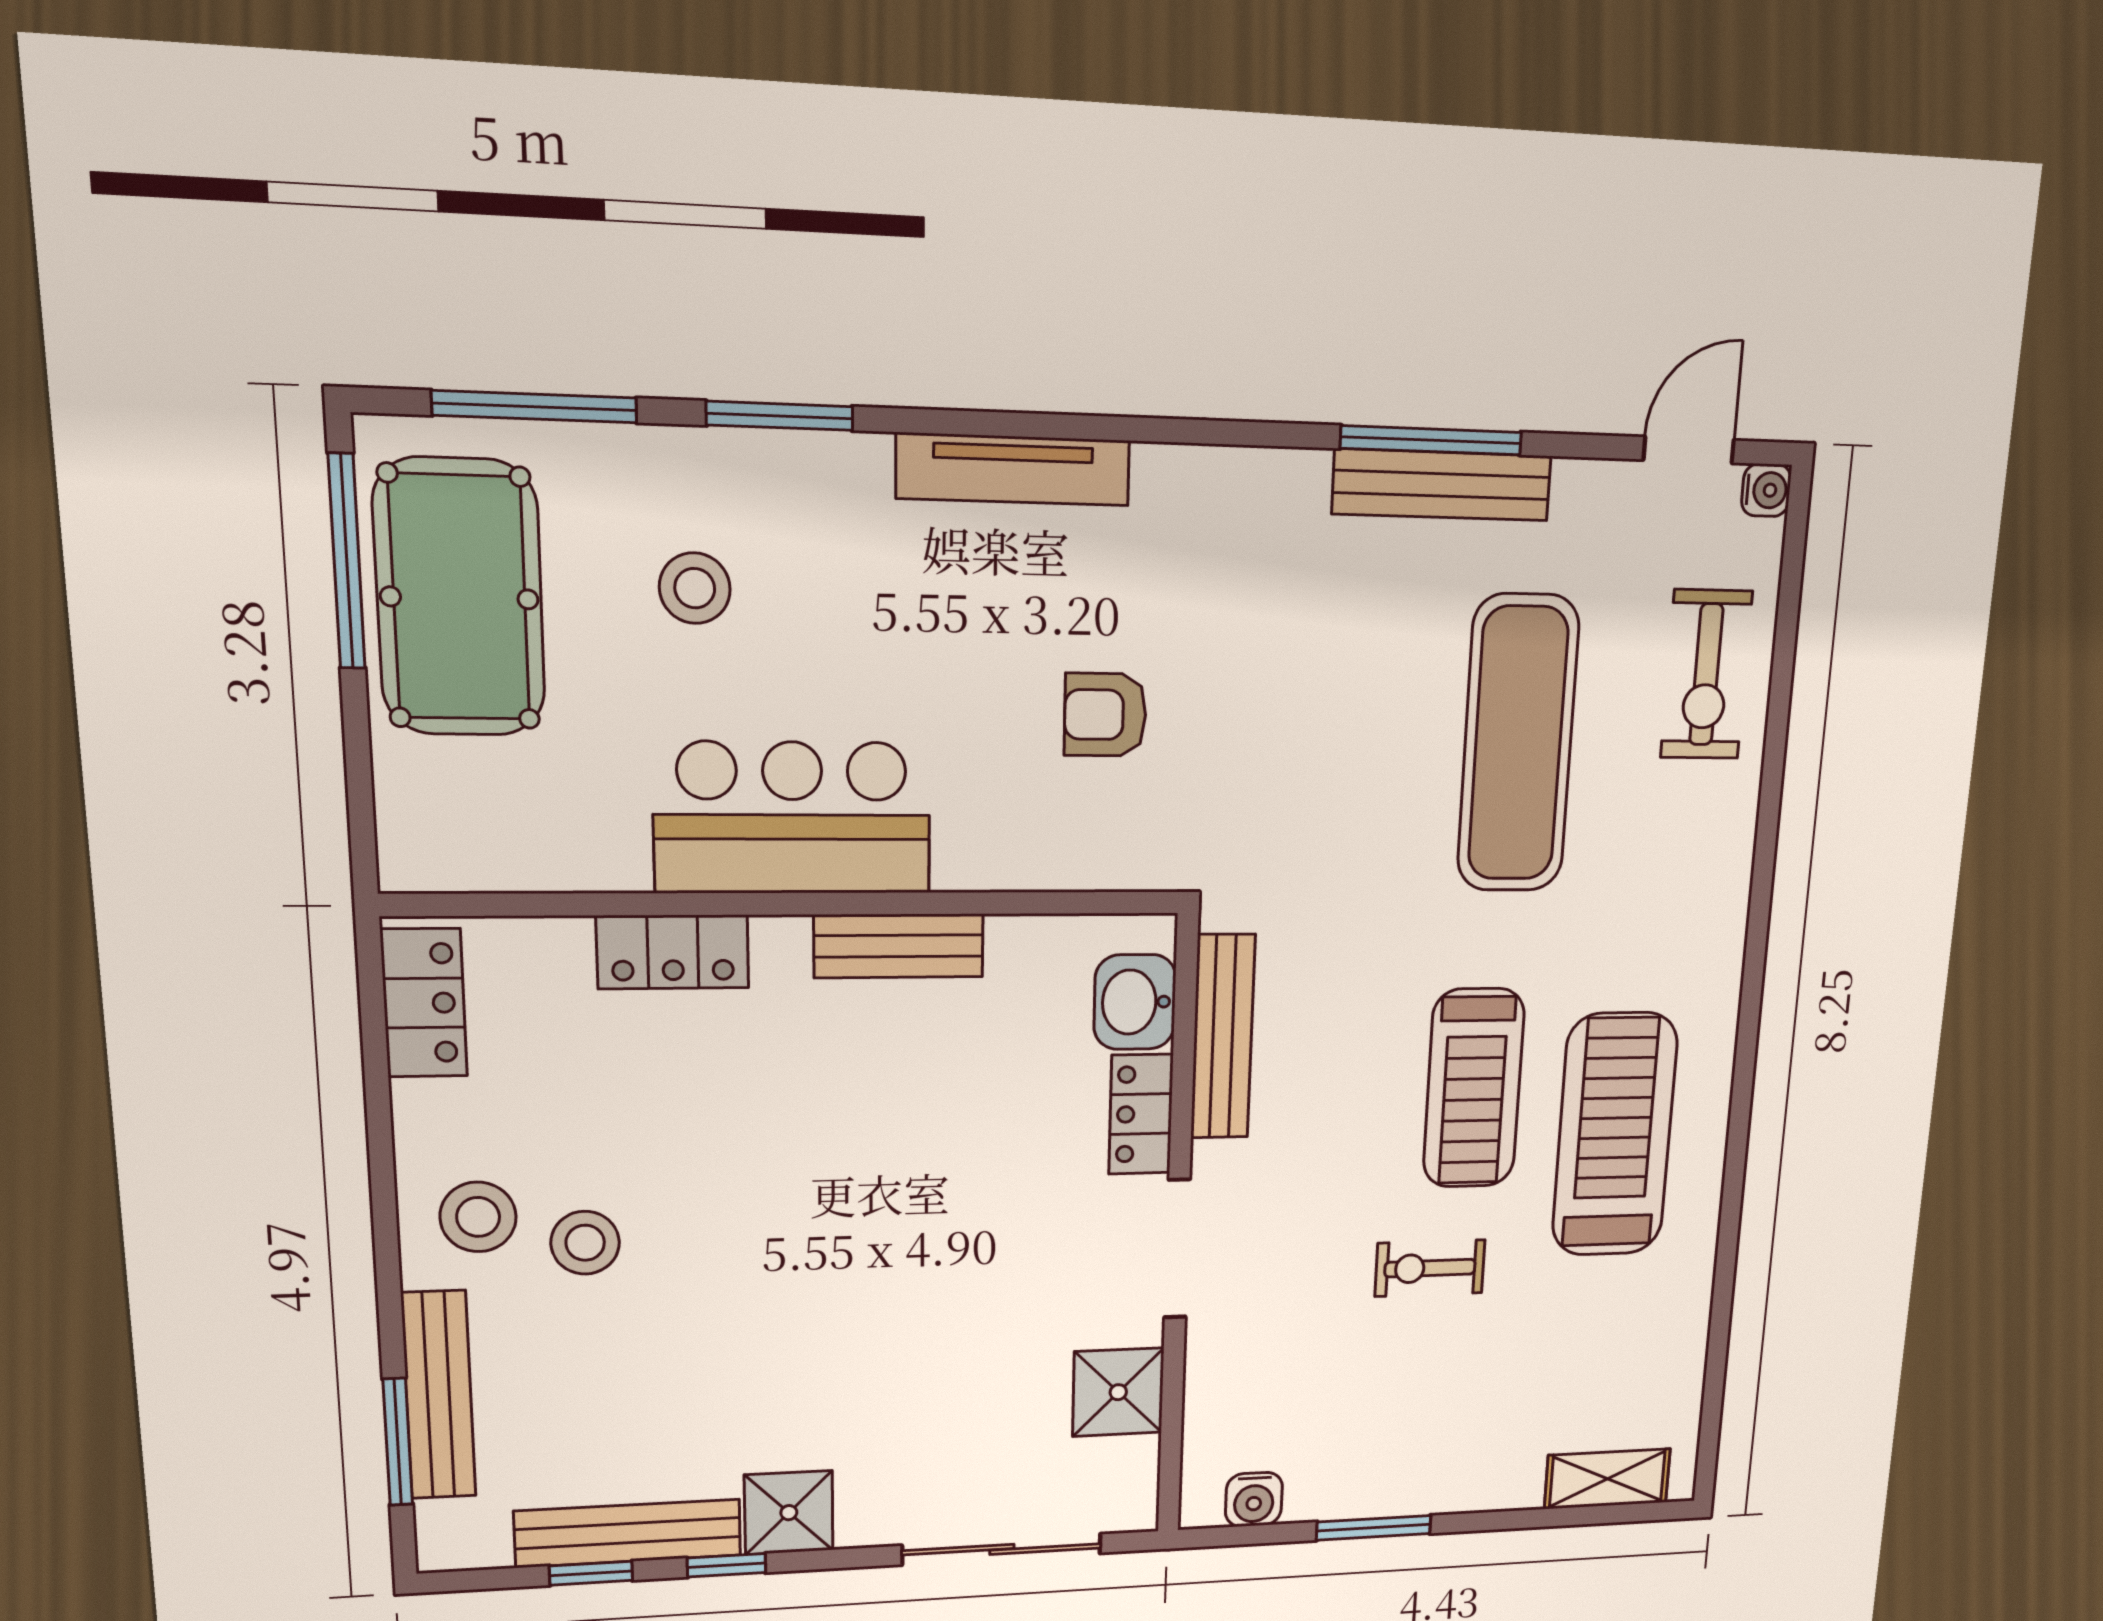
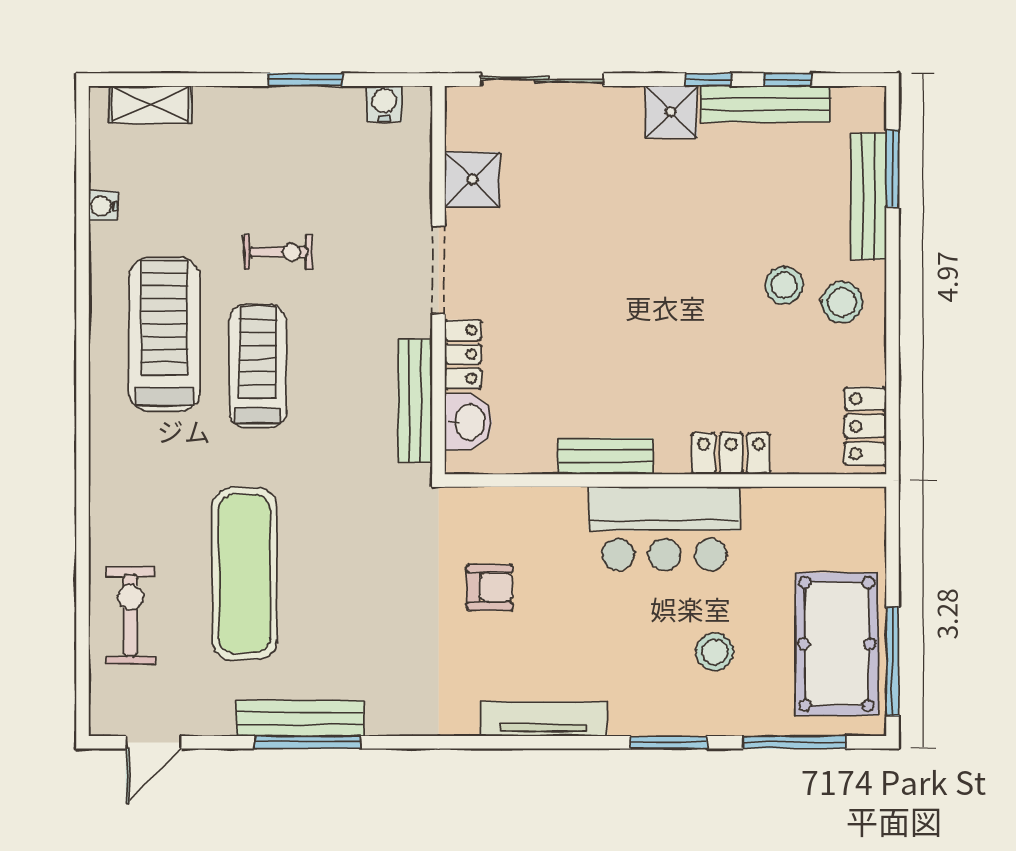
water cooler: (1766, 490) -> (103, 206), moved
treadmill: (1615, 1135) -> (164, 335), turned 180

